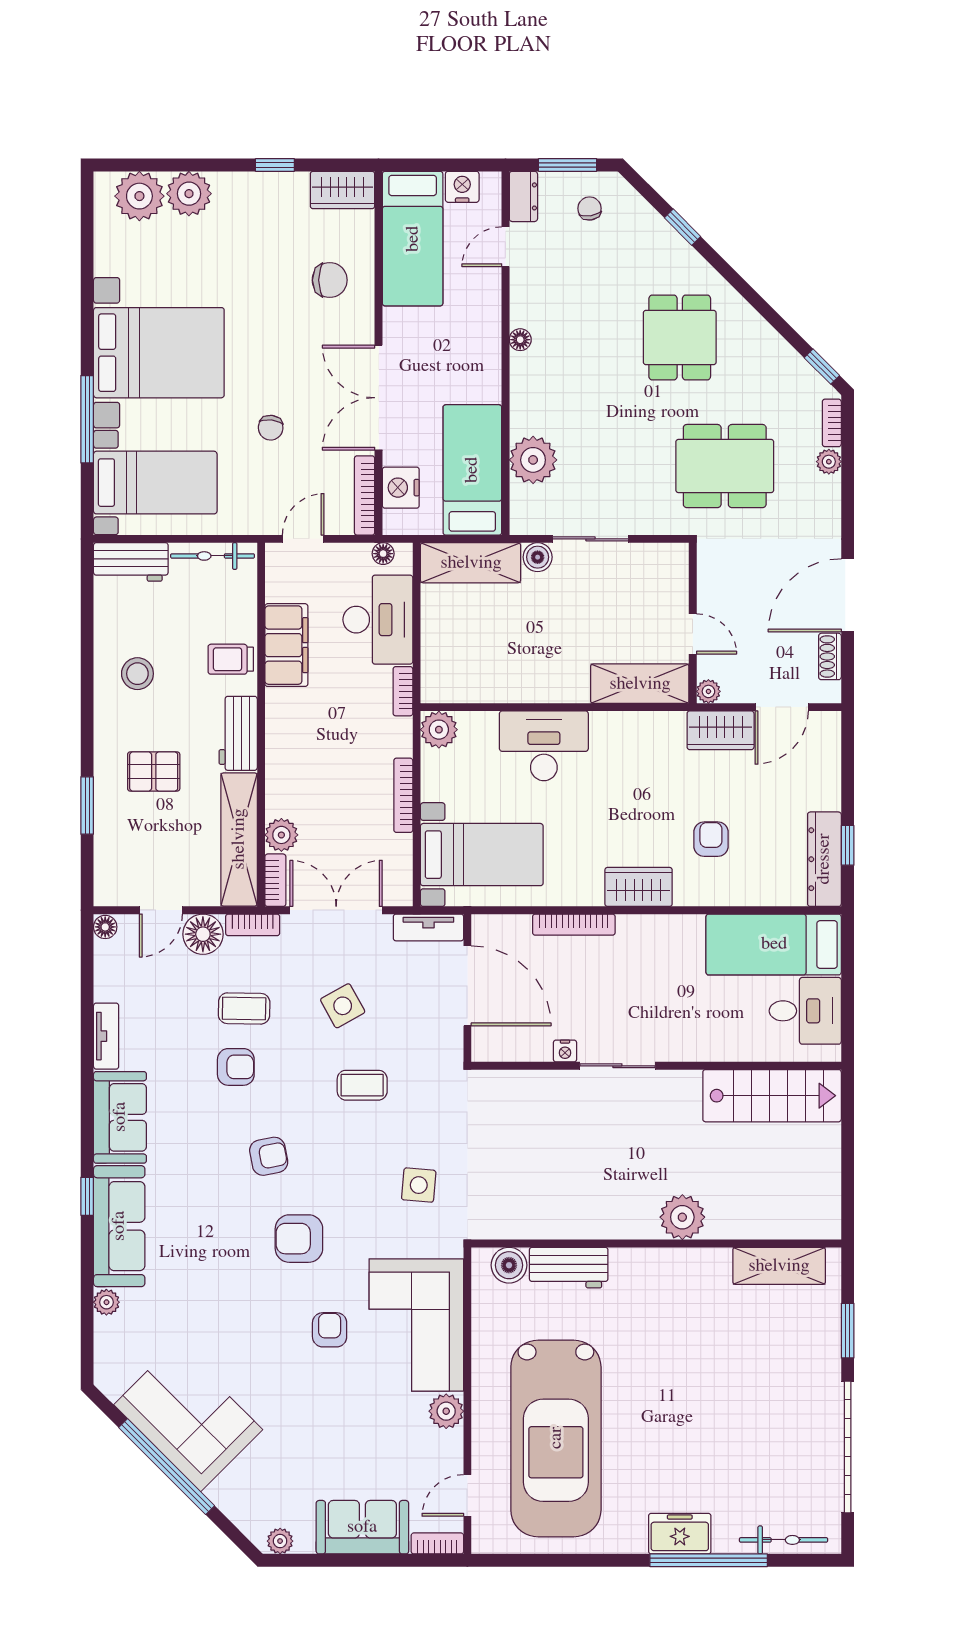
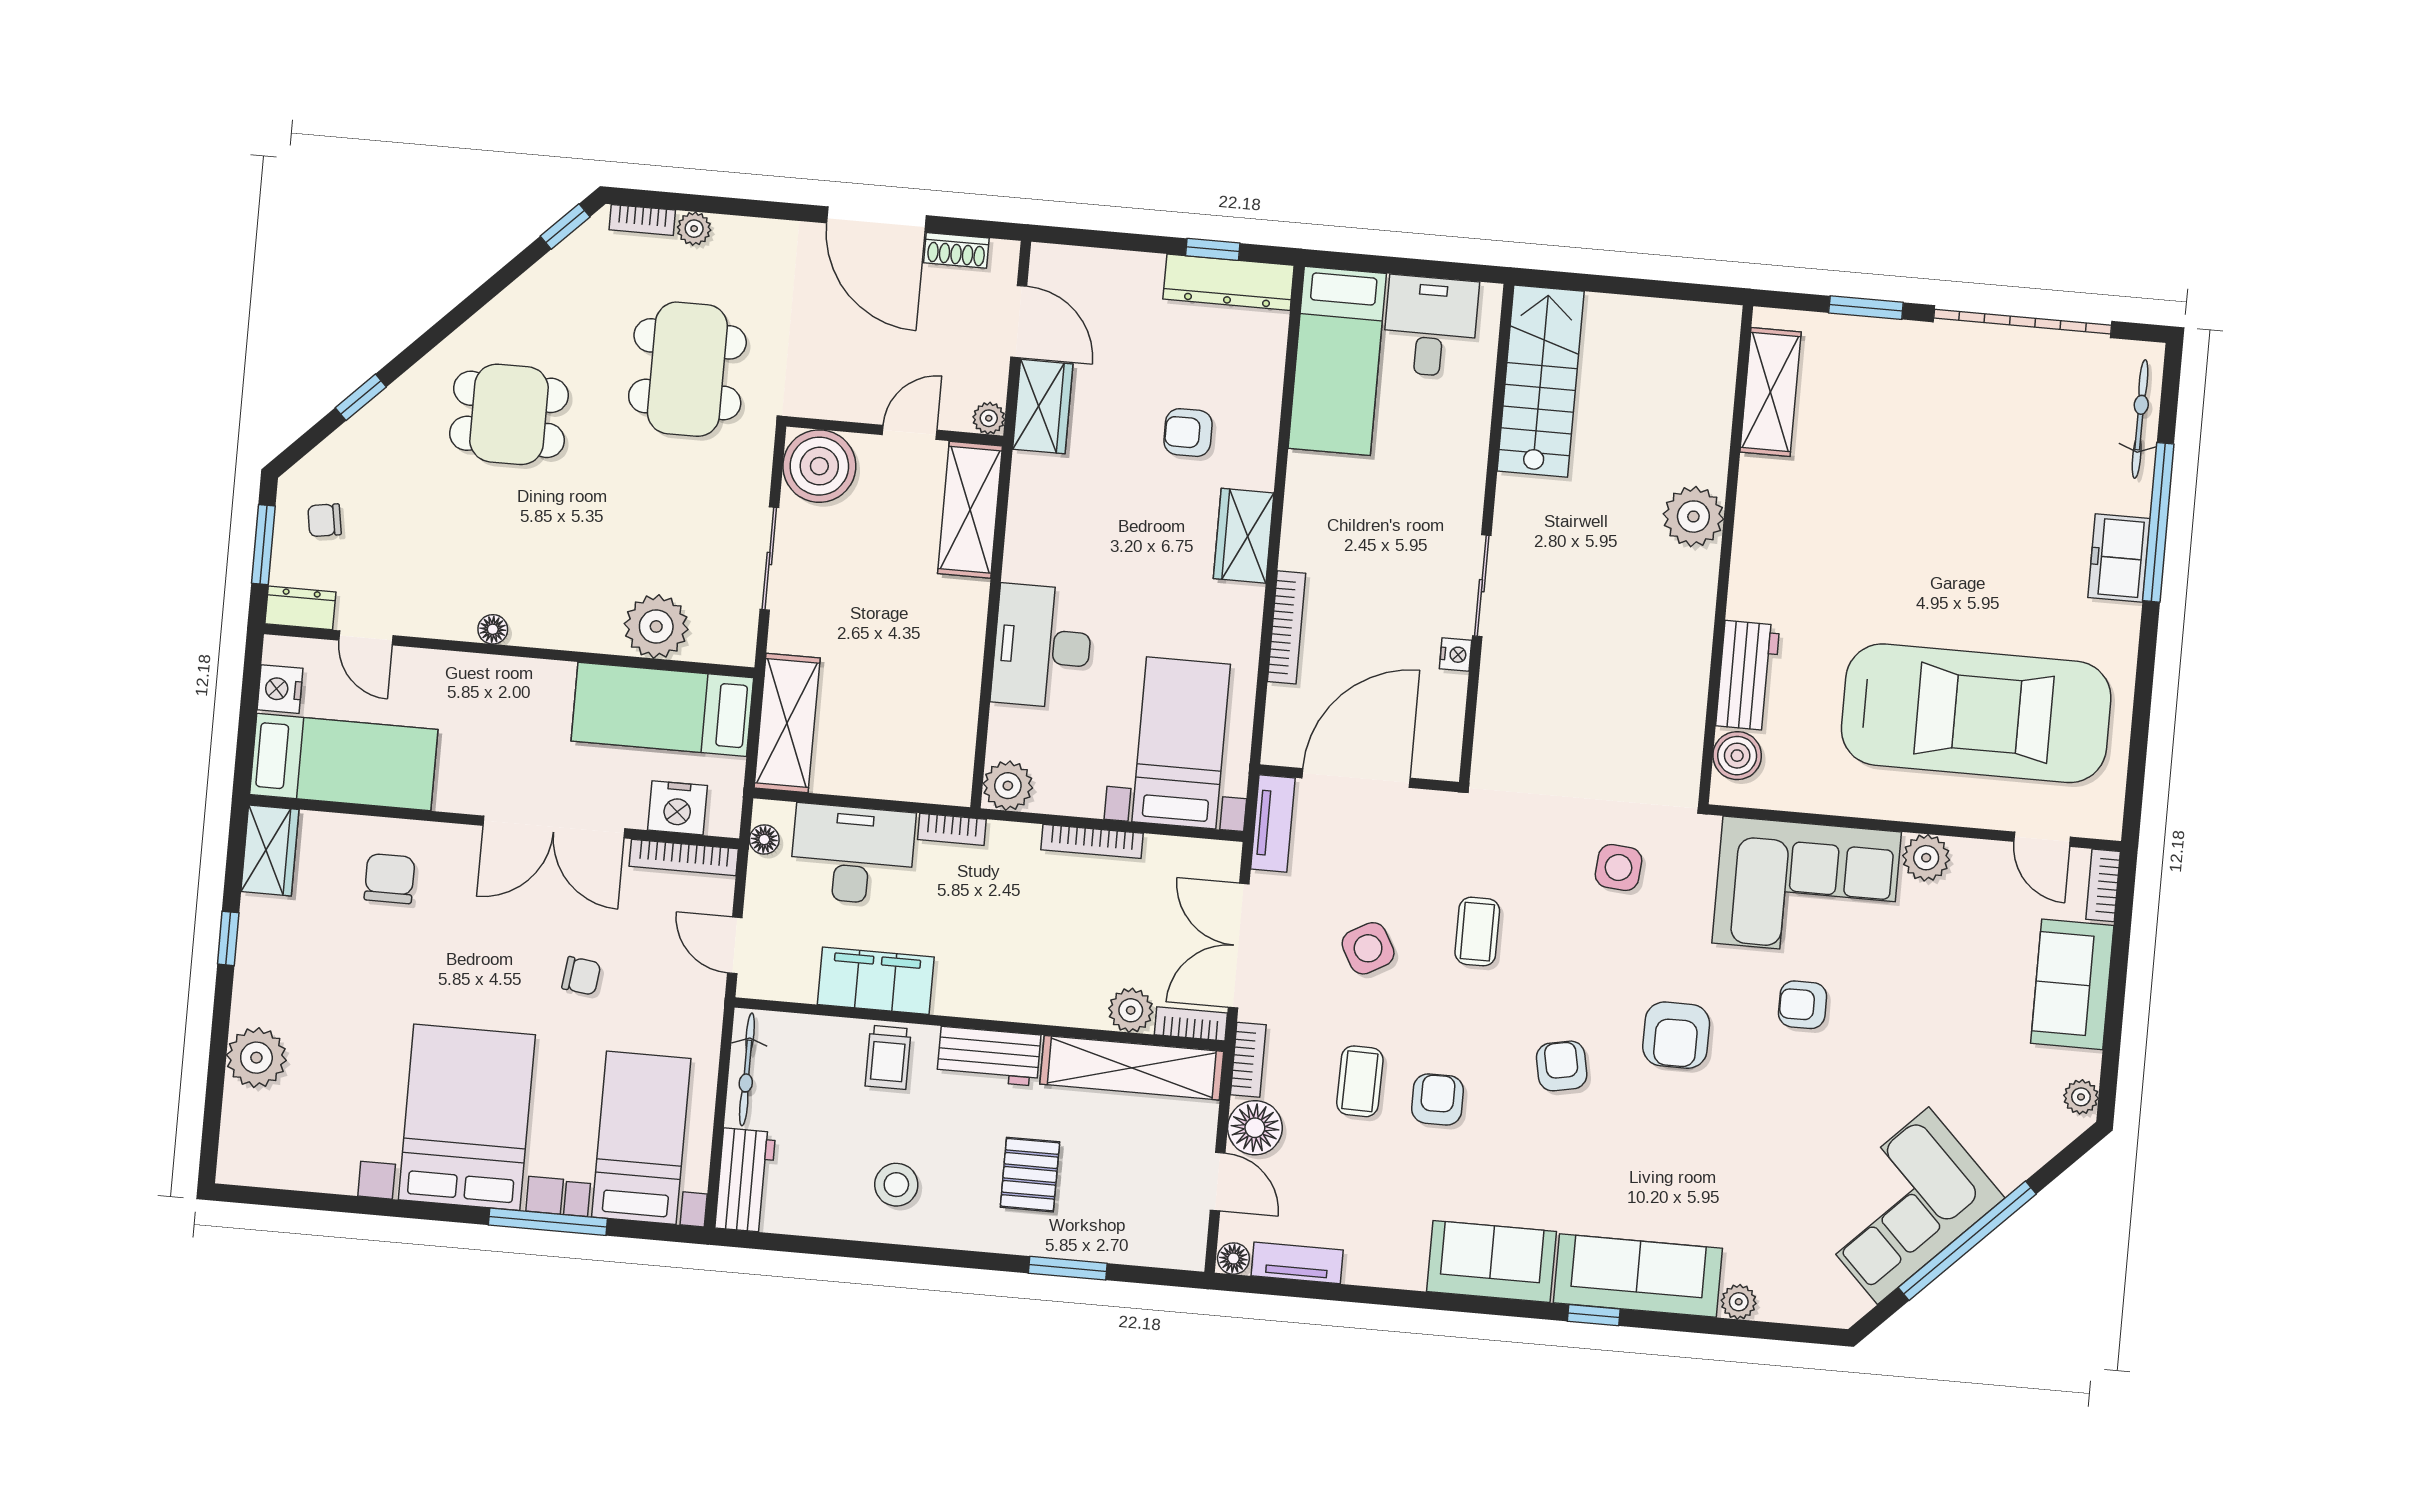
plant: (139, 196) -> (254, 1125), removed
boiler: (538, 557) -> (819, 466), moved, width x1.86, depth x1.86
tv unit: (106, 1036) -> (1297, 1263), moved

